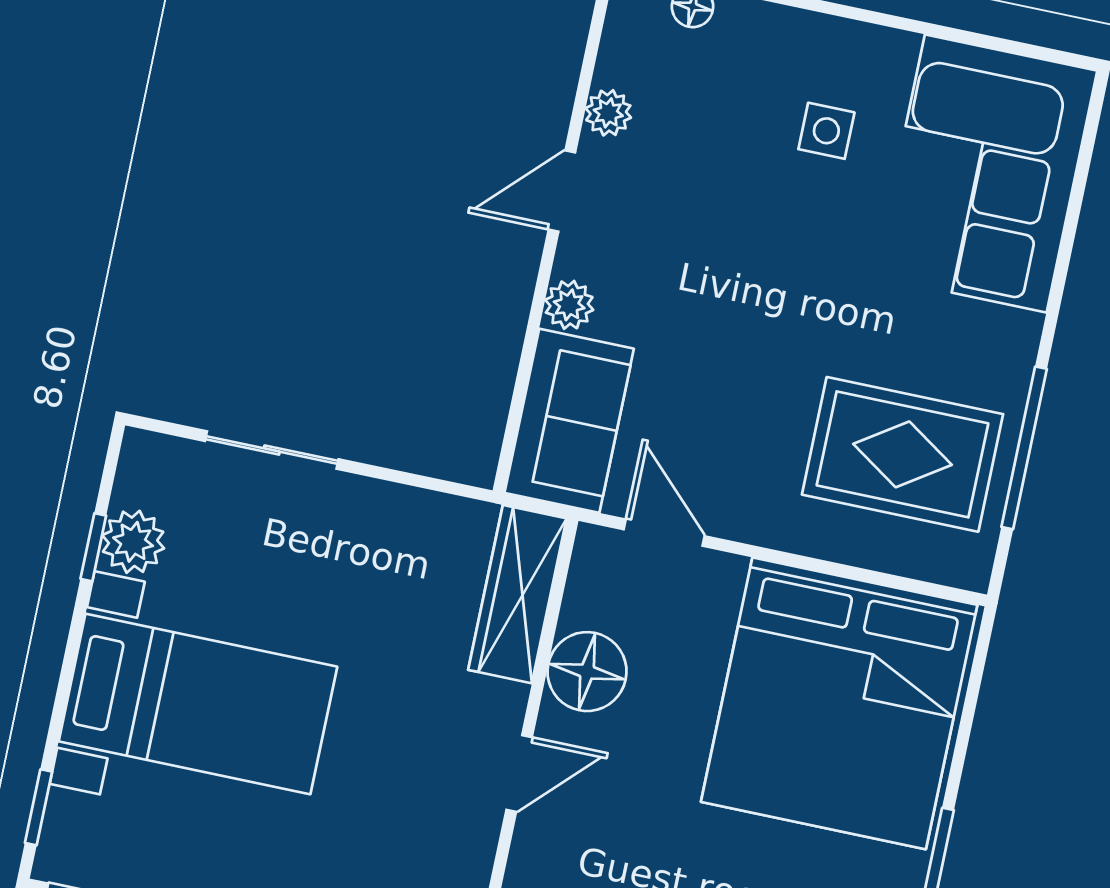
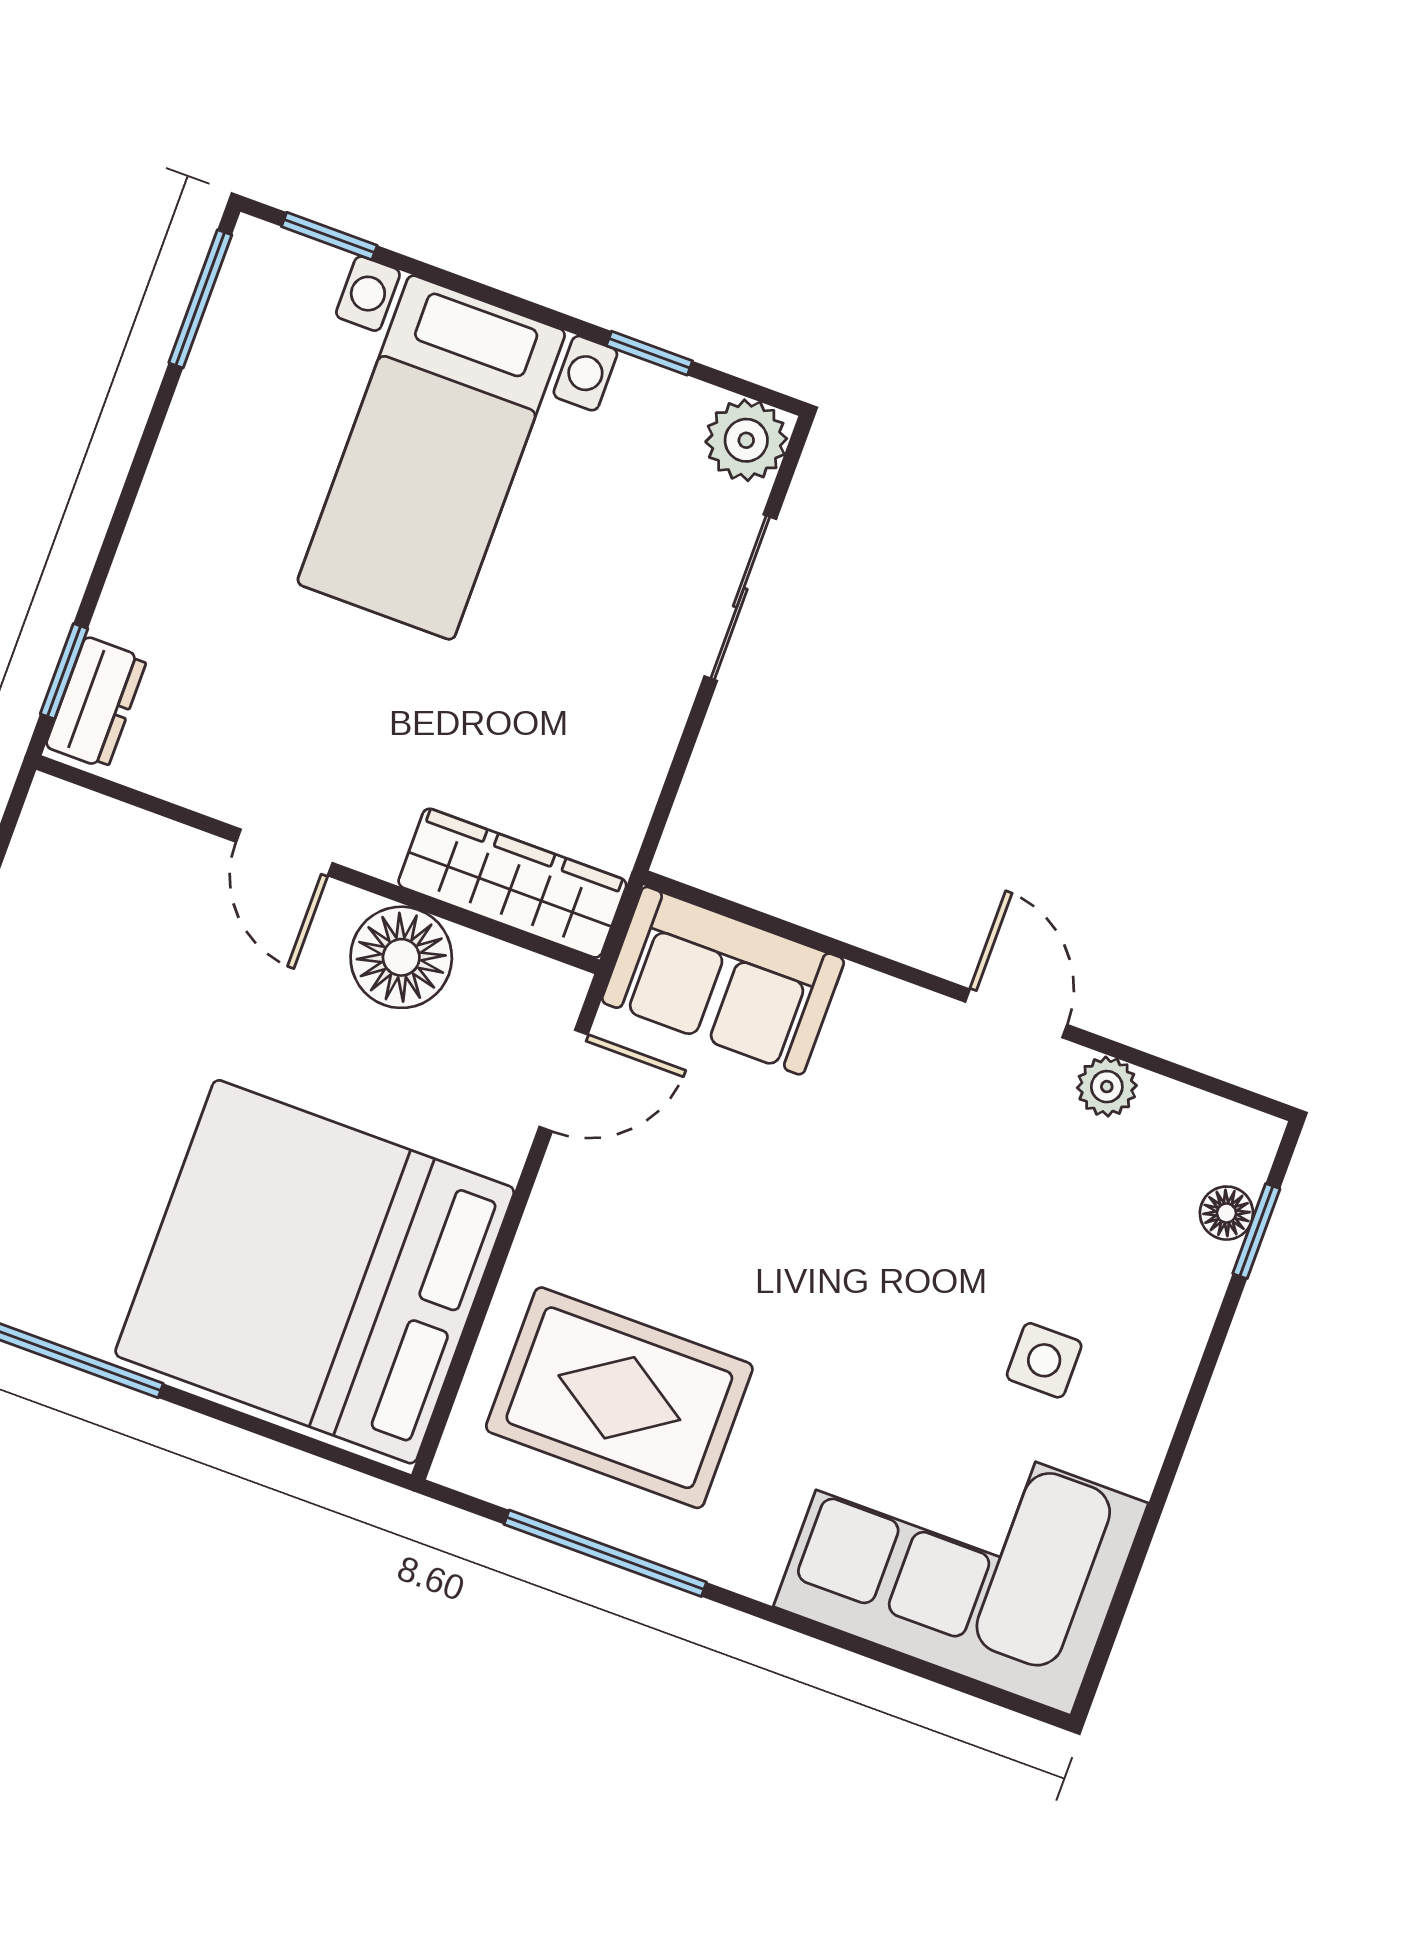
plant: (569, 305) -> (870, 1002), removed
rug: (902, 454) -> (619, 1398), turned 90
plant: (133, 542) -> (746, 440), moved

